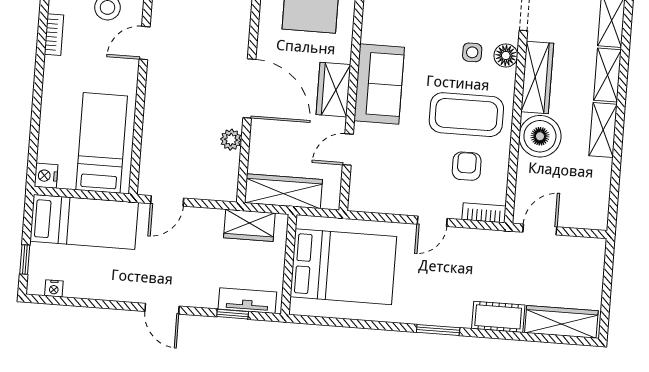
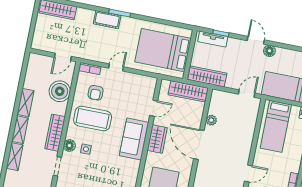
boiler: (540, 136) -> (60, 91), moved
wardrobe: (249, 225) -> (207, 76), width x1.50
floor lamp: (132, 291) -> (269, 51), added
cot: (498, 317) -> (107, 20), moved

